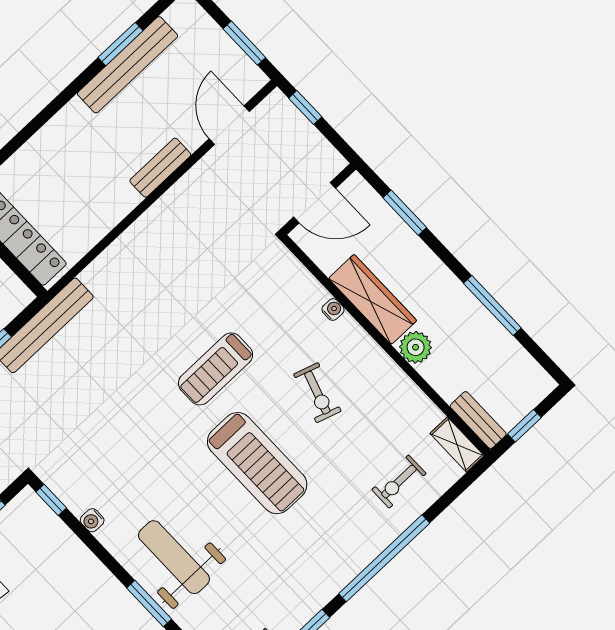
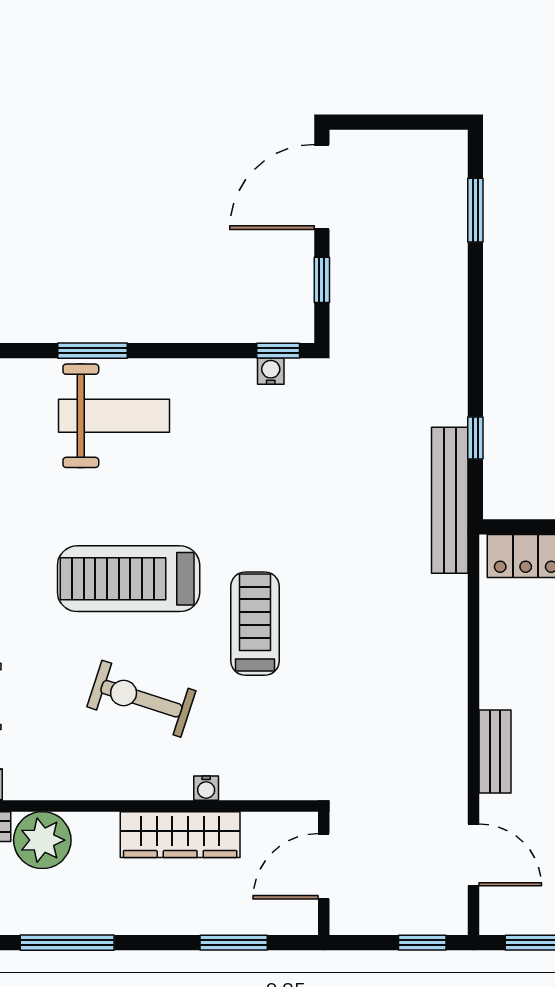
plant: (416, 347) -> (42, 840), moved, width x1.36, depth x1.36
exercise bike: (317, 393) -> (141, 699), width x1.38, depth x1.39
water cooler: (92, 520) -> (271, 371), moved

